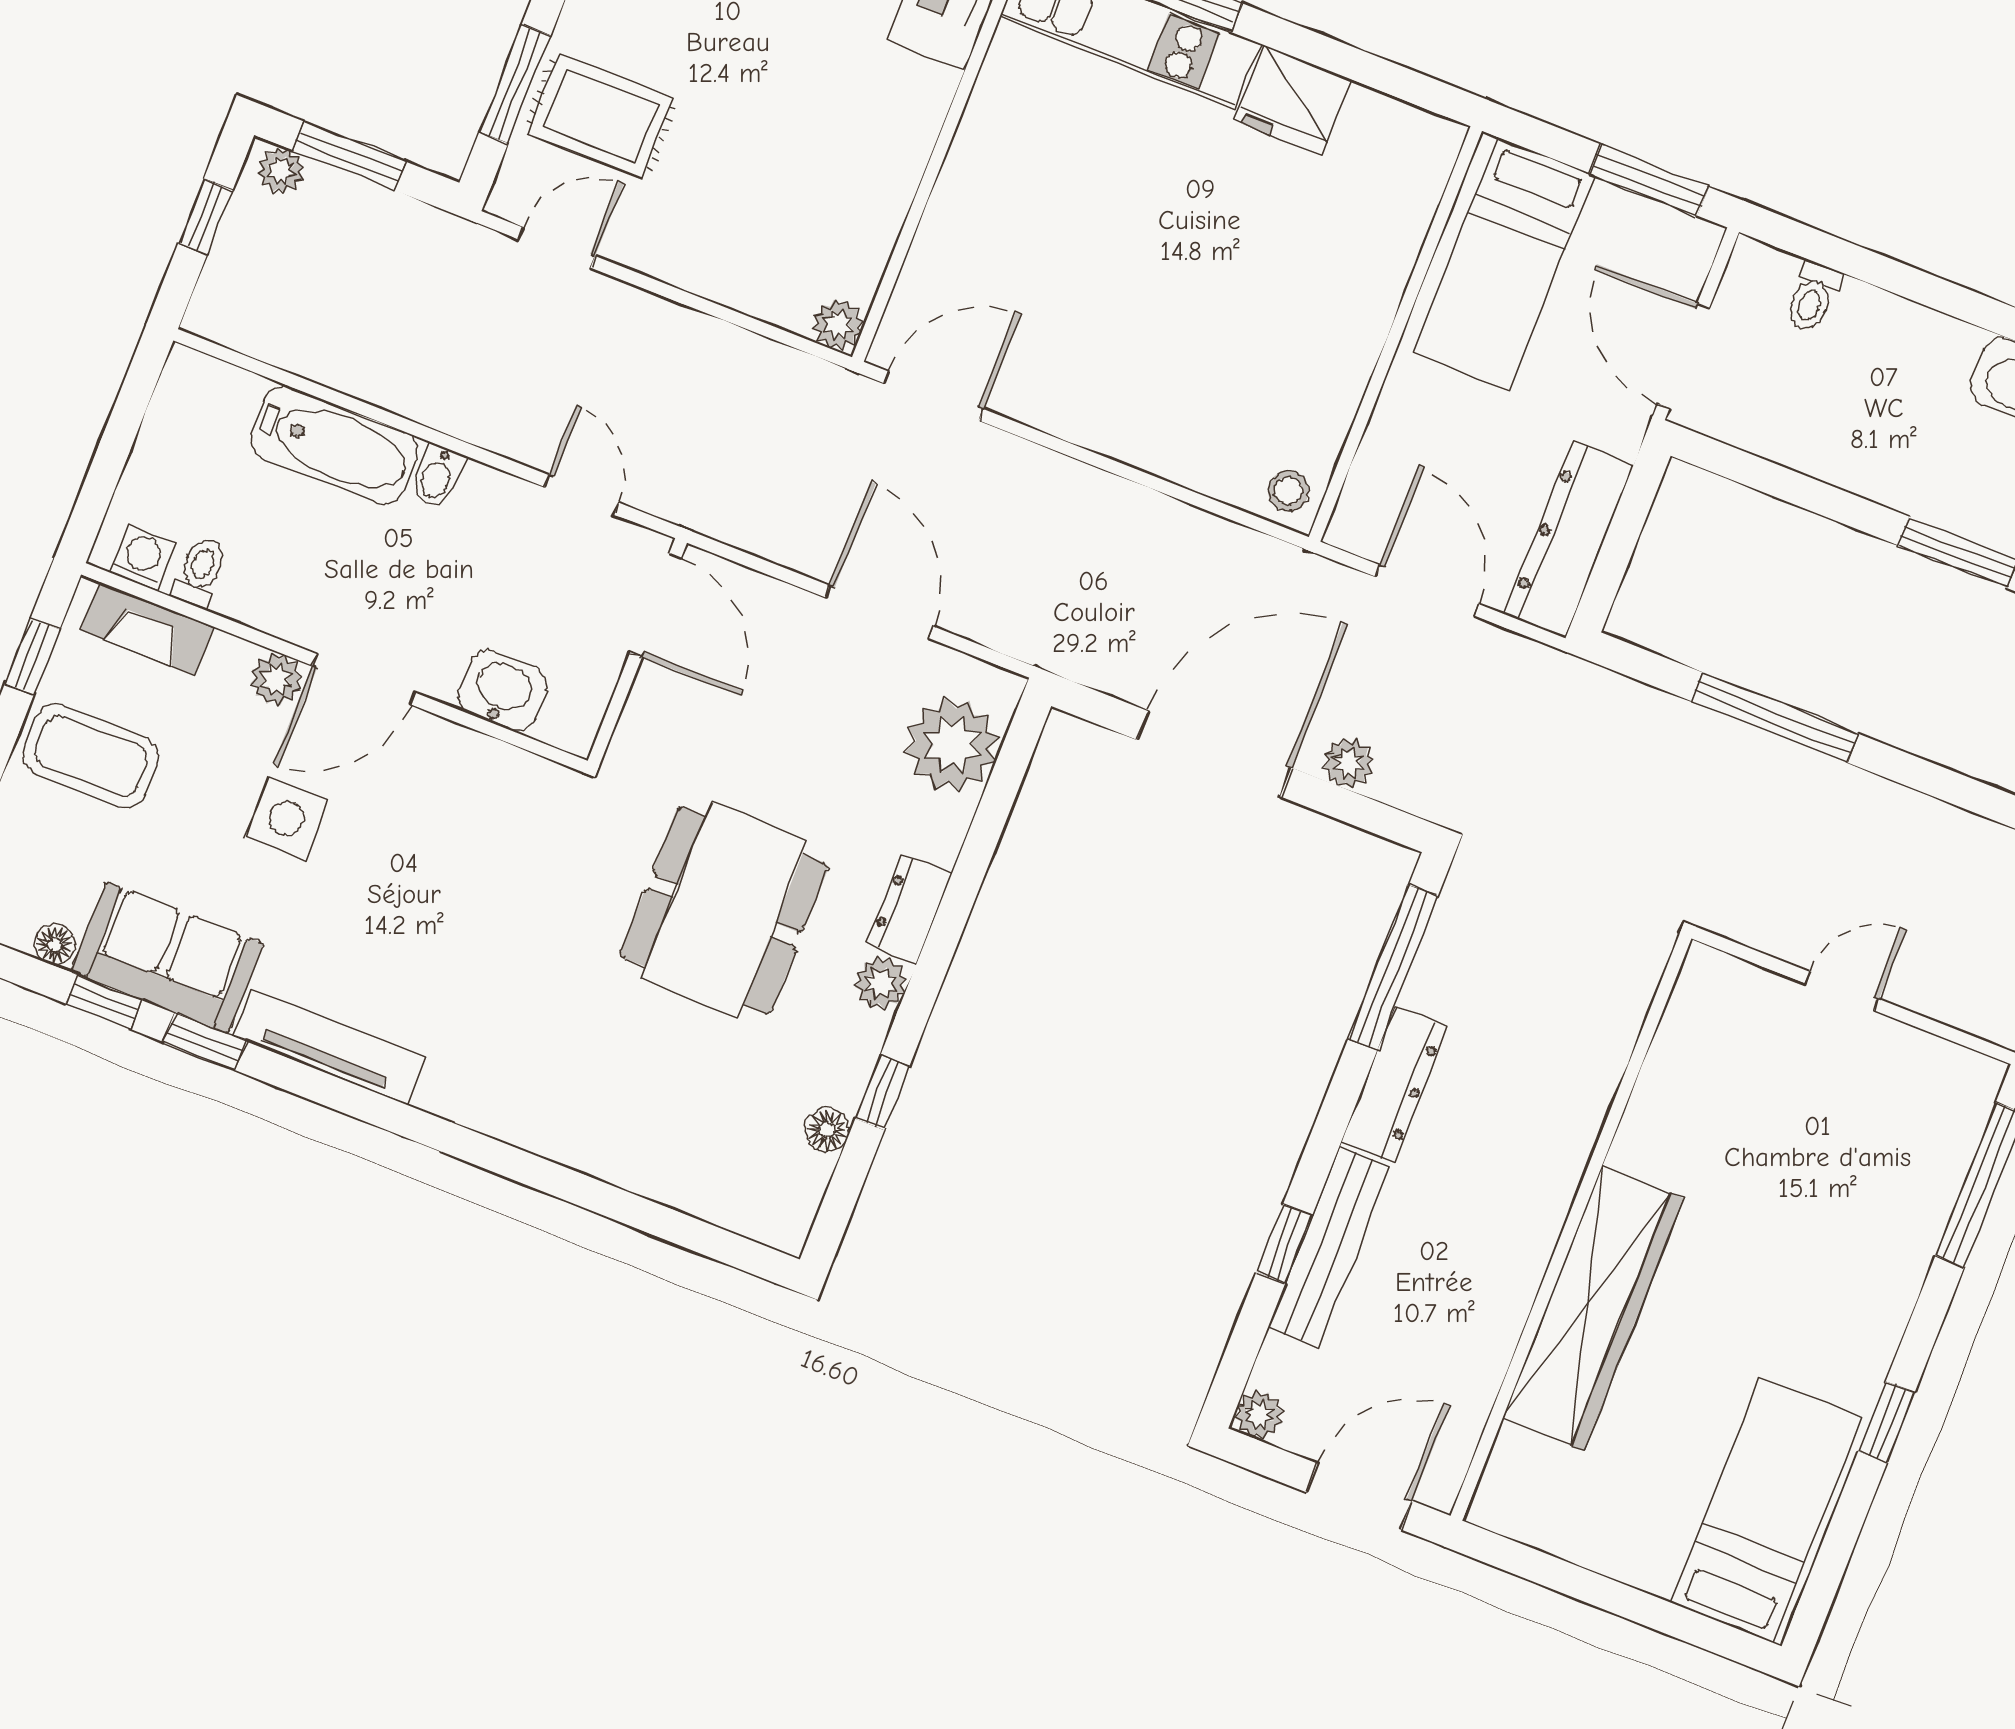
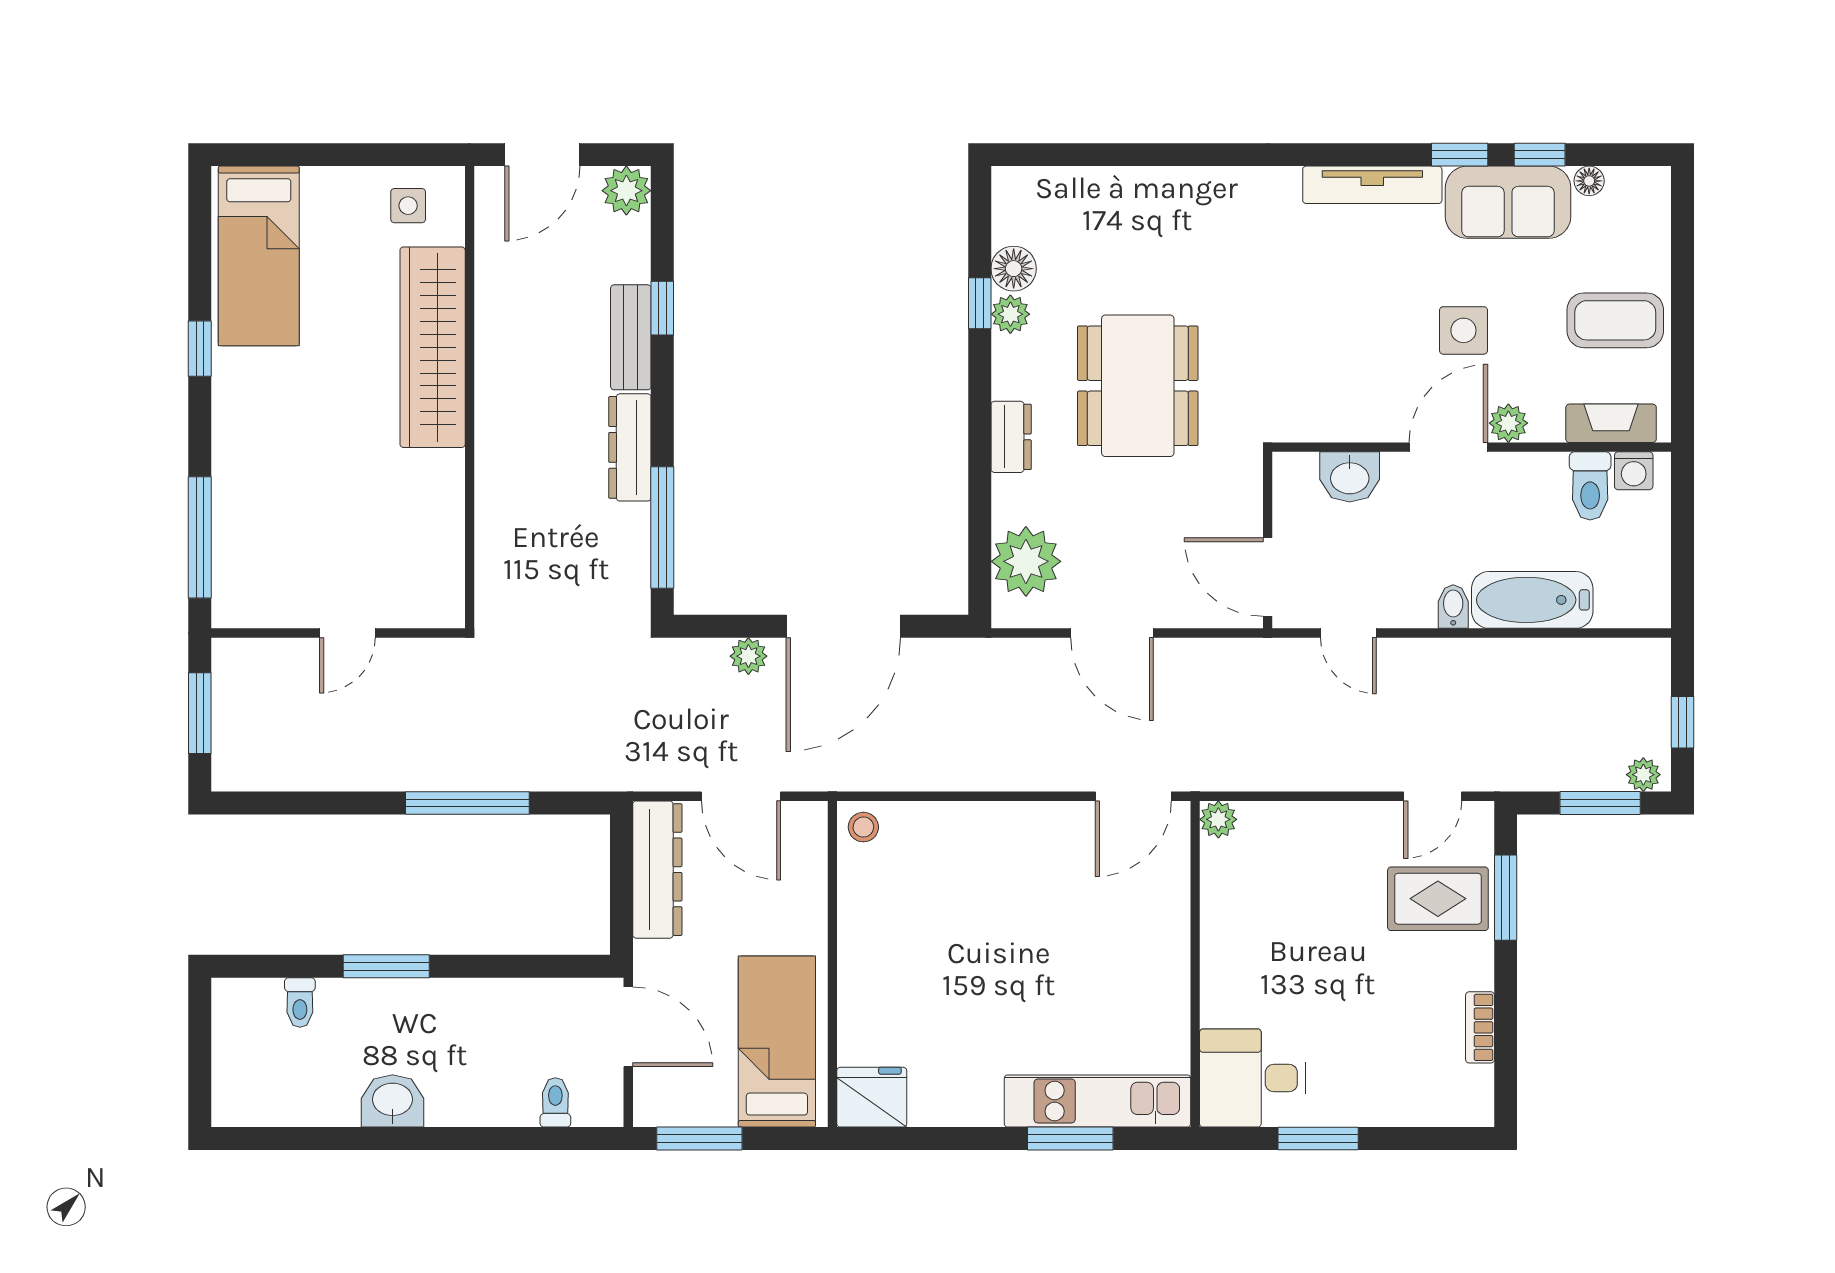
fridge: (1293, 100) -> (872, 1097), moved
toilet: (200, 572) -> (1590, 486), width x1.37, depth x1.39
window: (32, 656) -> (1682, 373), removed
plant: (881, 983) -> (1010, 314), moved
floor lamp: (827, 1130) -> (1014, 269), width x1.37, depth x1.37
bench: (1329, 1247) -> (631, 337), width x0.73
plant: (1259, 1415) -> (626, 191), width x1.38, depth x1.38
side table: (1553, 1499) -> (408, 206), added

